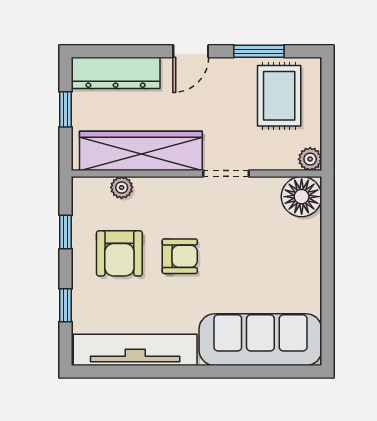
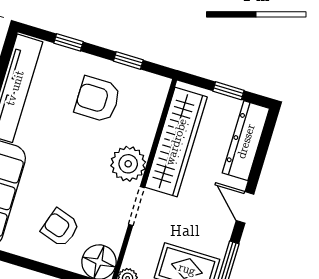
plant: (122, 187) -> (128, 164), moved, width x1.88, depth x1.88
armchair: (180, 256) -> (60, 228), moved, turned 108

